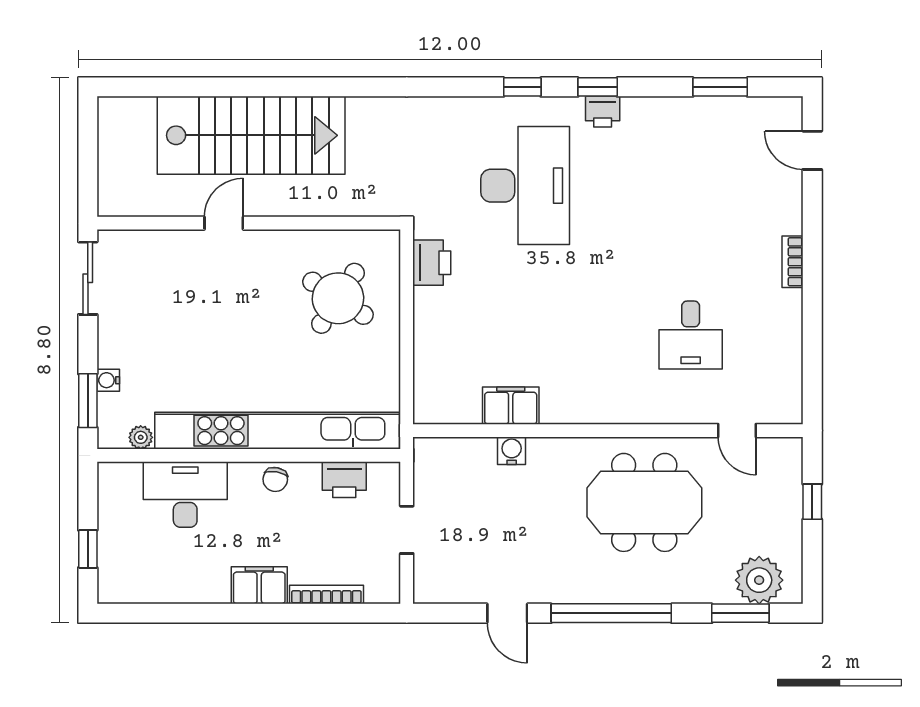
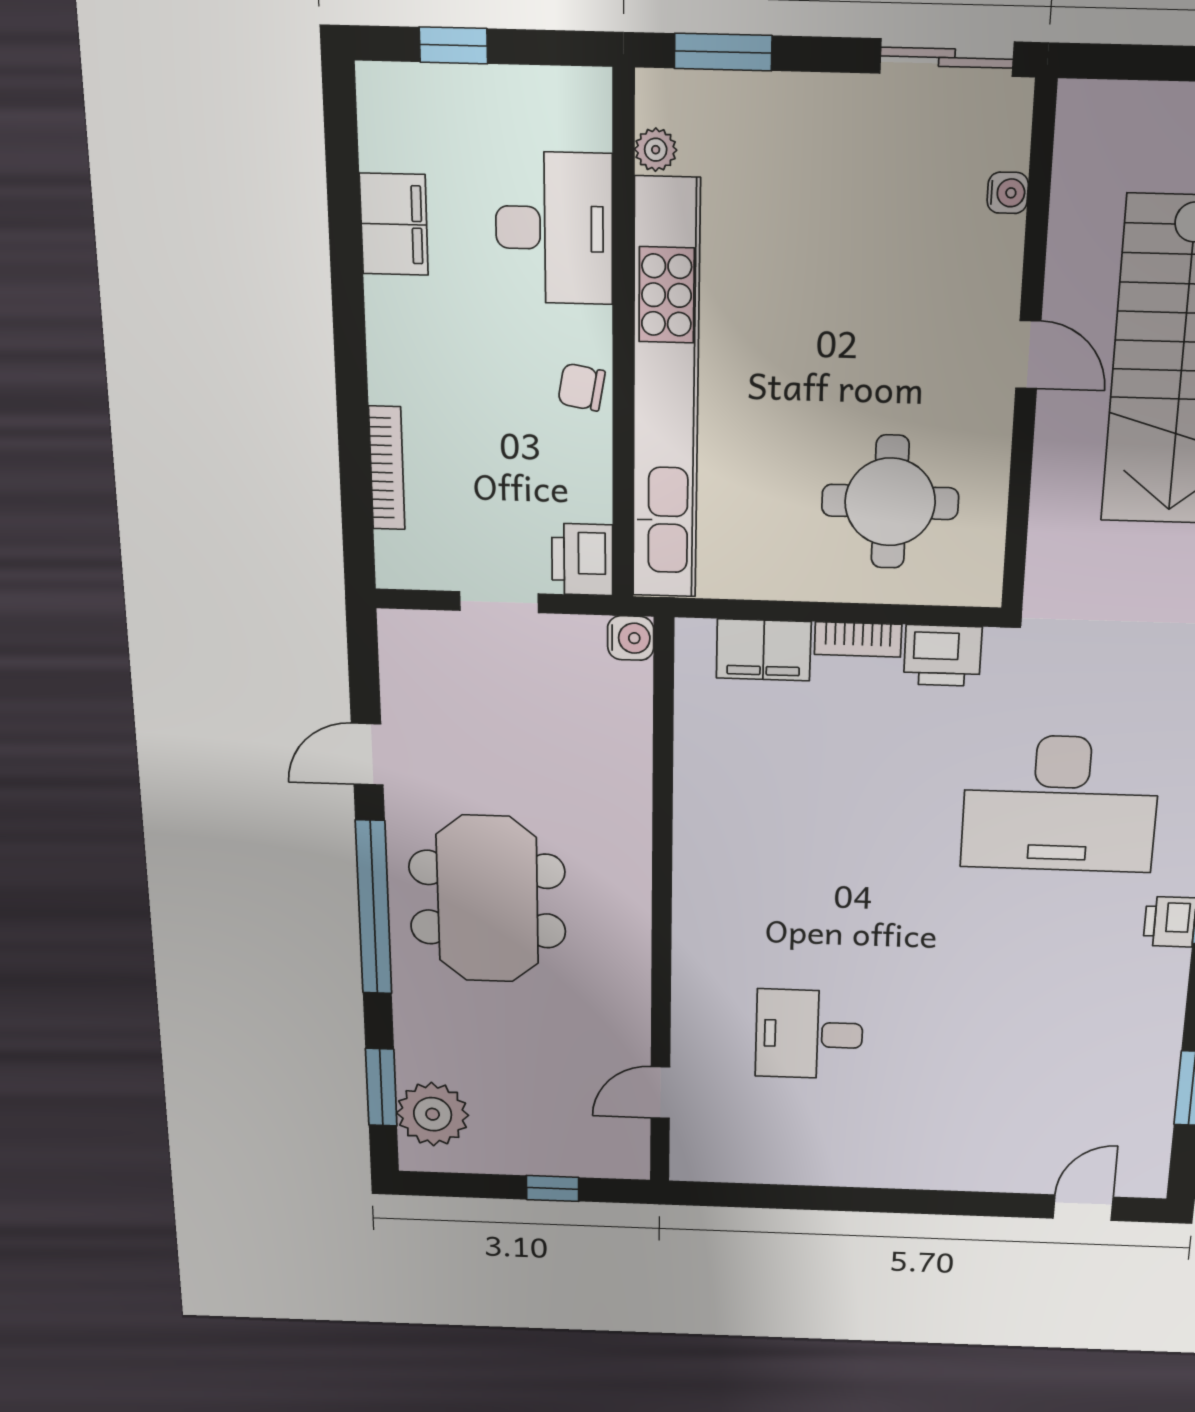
door: (224, 223) -> (1028, 355), moved
bookcase: (793, 262) -> (858, 639), moved, turned 180
round table: (338, 298) -> (890, 502), turned -33
water cooler: (108, 380) -> (1008, 193), moved, turned 90
filing cabinet: (511, 406) -> (764, 650), moved, turned 90
water cooler: (512, 451) -> (631, 638), moved
printer: (344, 480) -> (582, 560), moved
meeting table: (644, 502) -> (488, 899), moved
filing cabinet: (259, 585) -> (394, 224), moved

